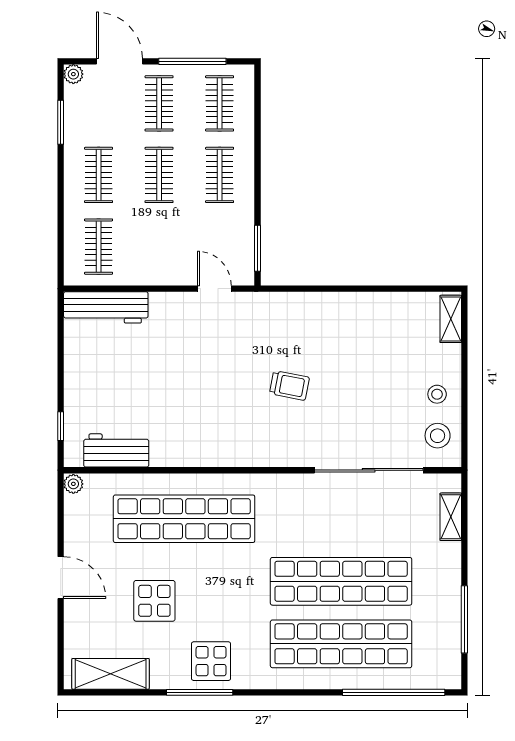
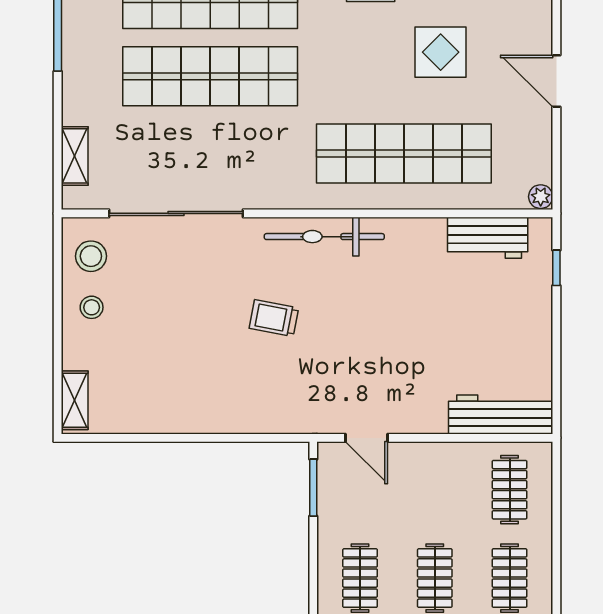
bicycle: (249, 451) -> (324, 237), added

